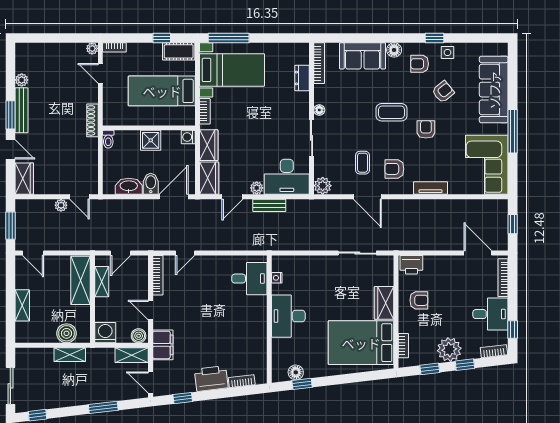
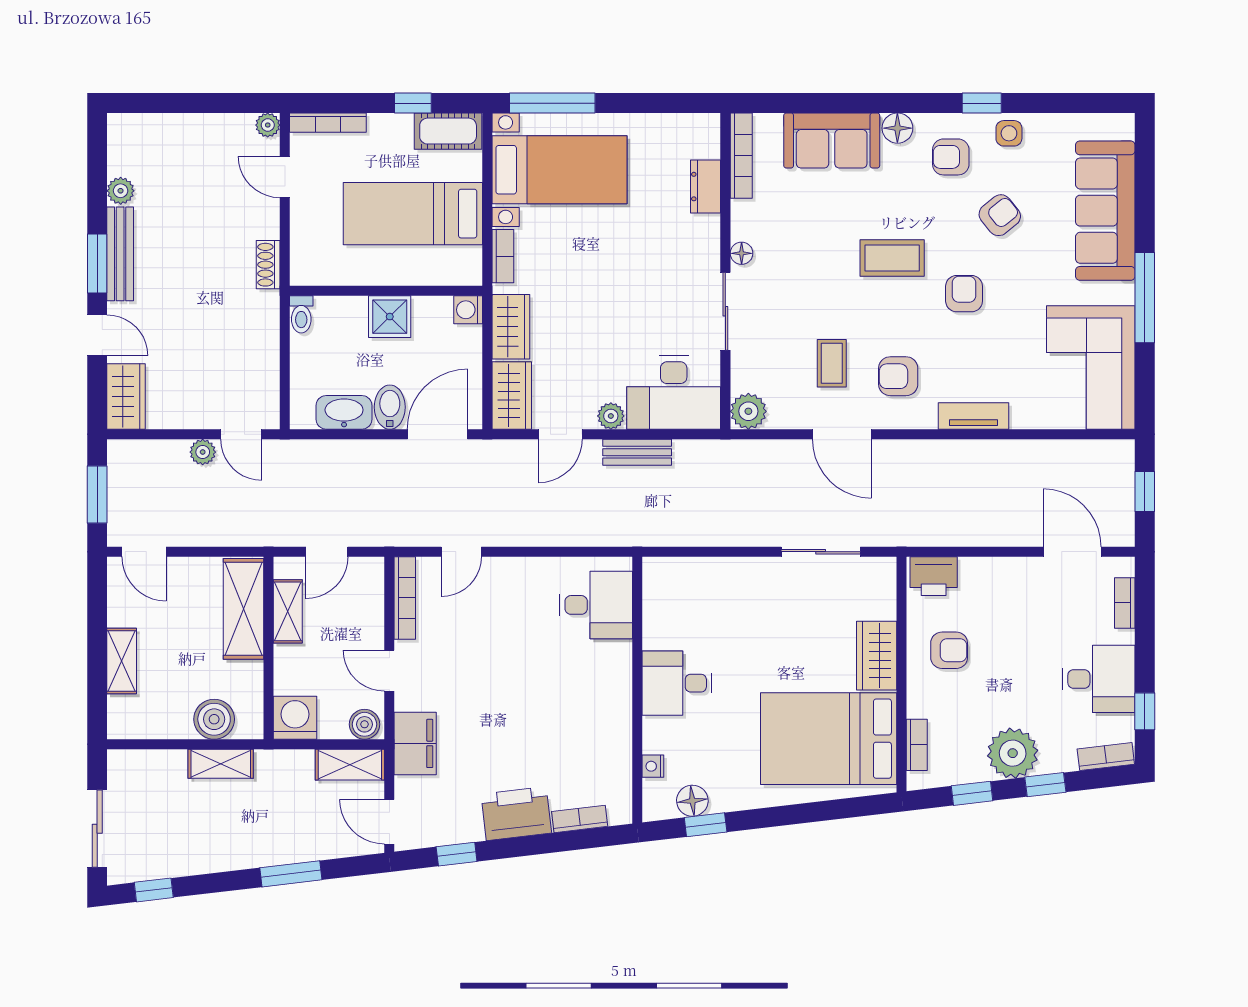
bookcase: (114, 47) -> (328, 123), width x1.56
shoe rack: (92, 120) -> (268, 265), width x0.70
nightstand: (277, 278) -> (653, 766), moved
bookcase: (503, 278) -> (1125, 603), width x0.64
desk: (288, 316) -> (677, 683), width x0.73

